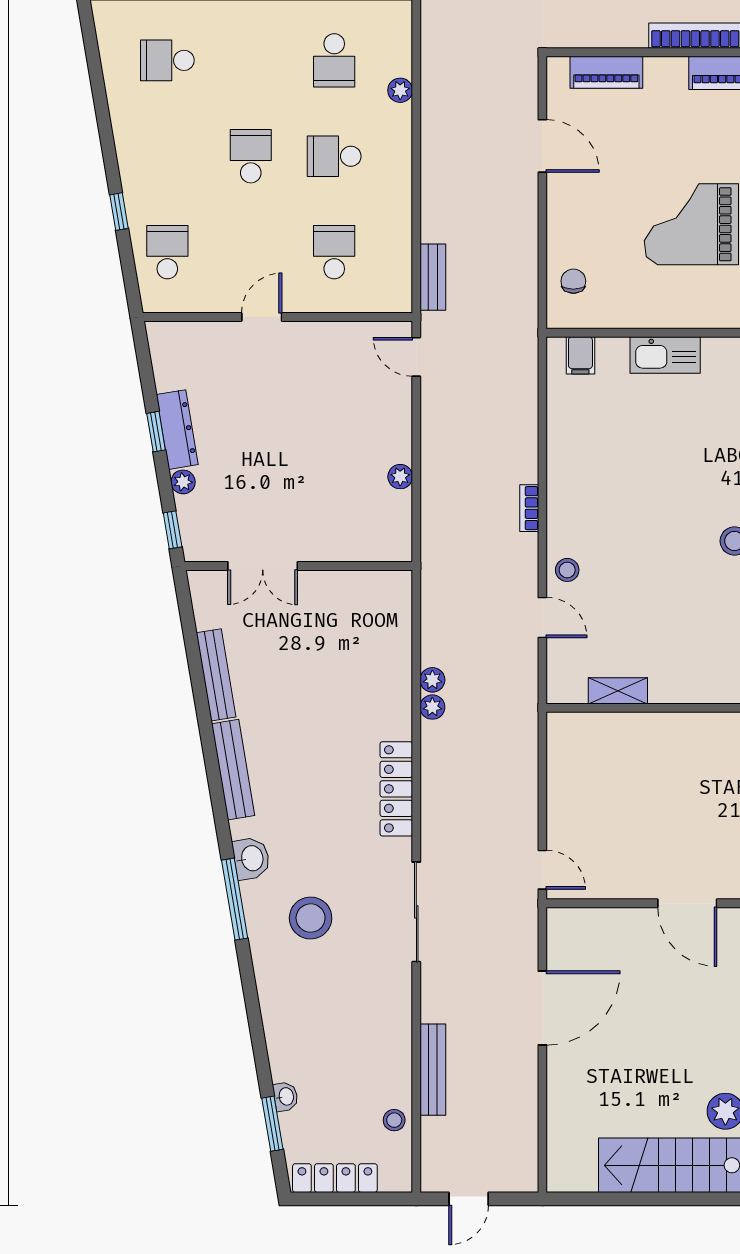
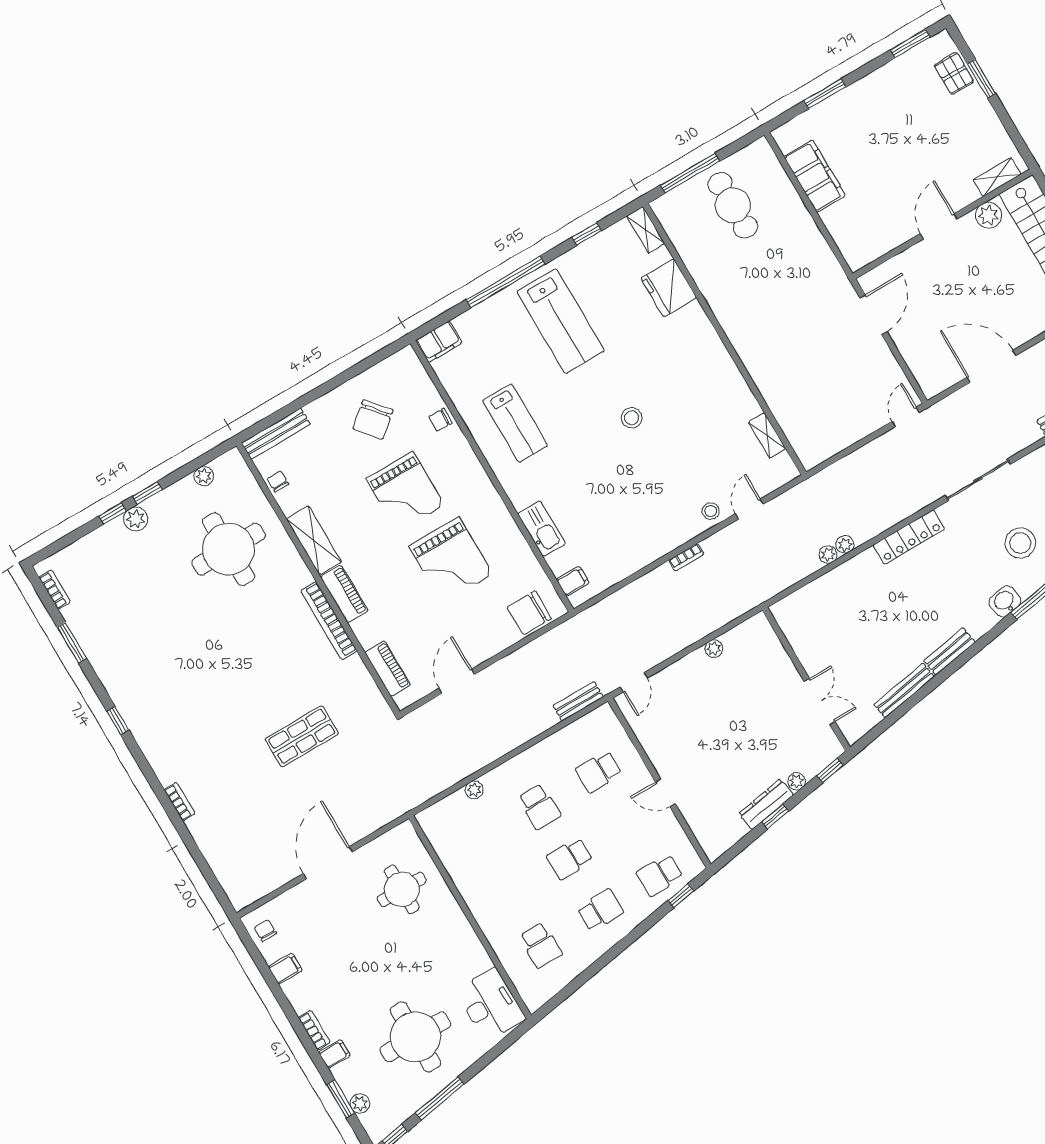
school desk: (334, 60) -> (600, 910), moved
window: (119, 212) -> (681, 896), moved
chair: (573, 281) -> (529, 613), width x1.87, depth x1.87
bench: (233, 770) -> (949, 651), width x0.73

